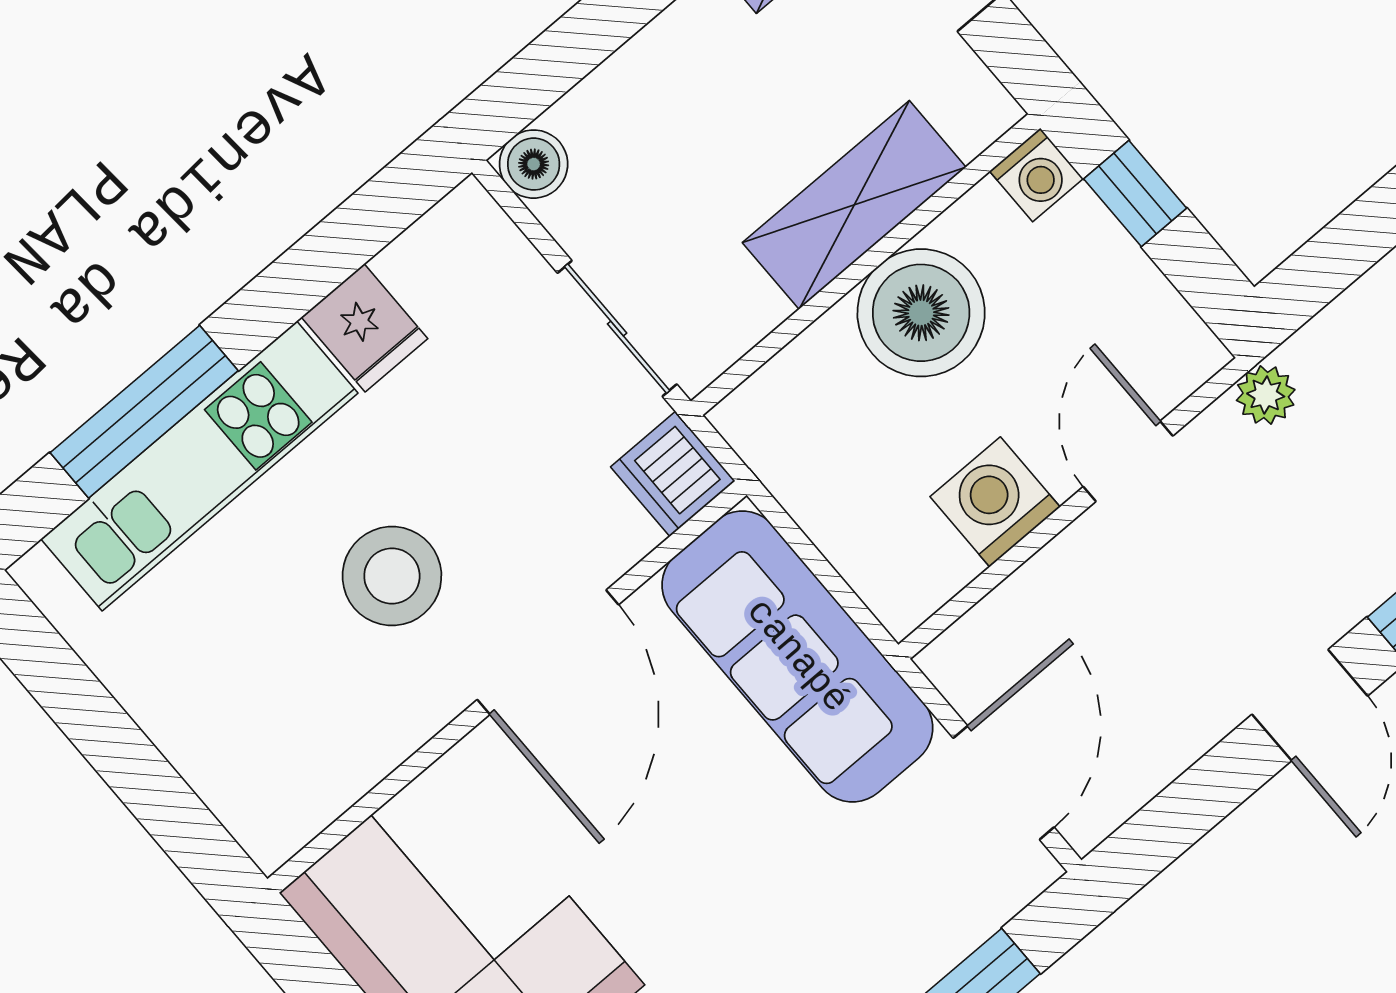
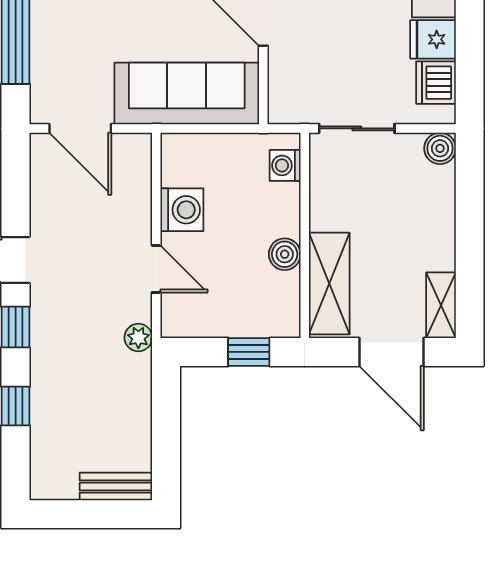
washing machine: (1036, 175) -> (285, 165), moved
shelving: (854, 205) -> (329, 284), moved
boiler: (921, 313) -> (285, 254), width x0.54, depth x0.54
dishwasher: (673, 474) -> (436, 83), moved, turned -90

